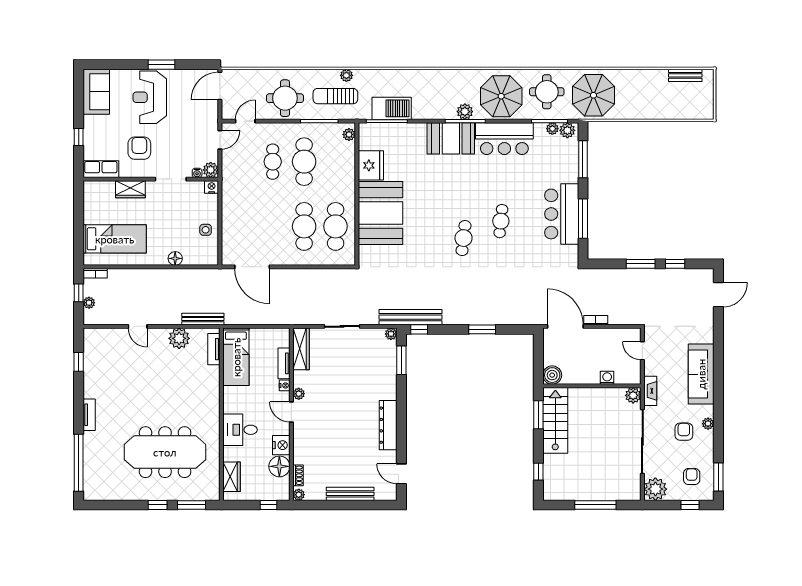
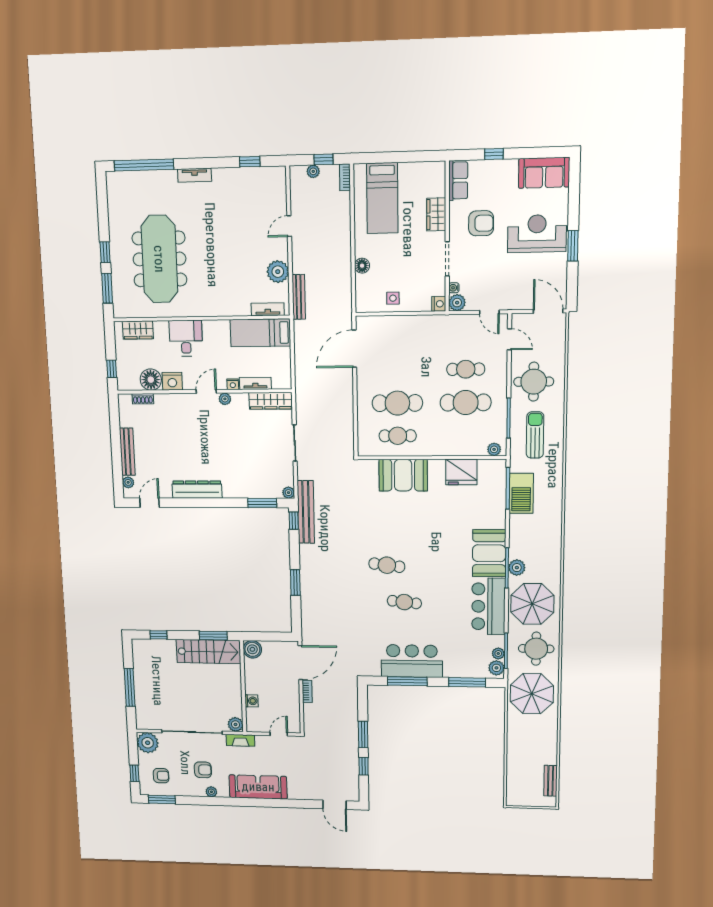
plant: (346, 75) -> (557, 447), removed
booth: (380, 213) -> (403, 475), width x0.73, depth x0.70
cafe table: (336, 226) -> (398, 436), width x0.73, depth x0.74
plant: (299, 495) -> (128, 482), moved

